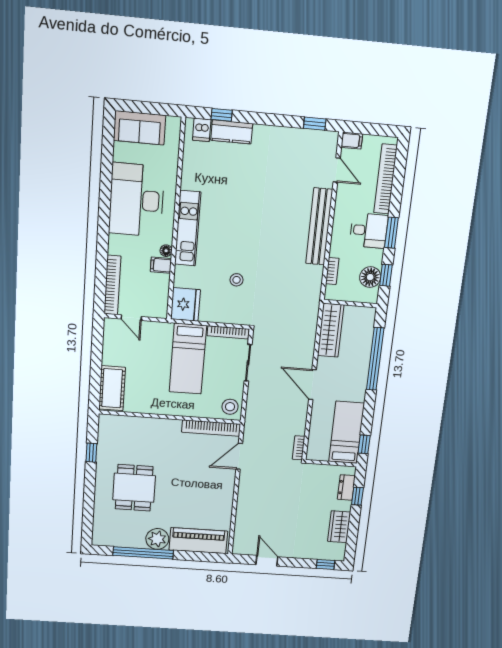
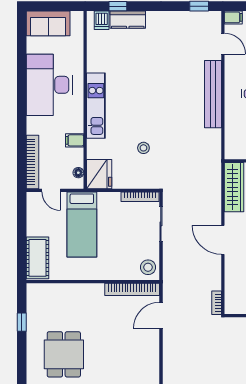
floor lamp: (166, 251) -> (78, 173), moved
bookcase: (332, 271) -> (229, 133), removed
bed: (188, 359) -> (82, 224), moved

